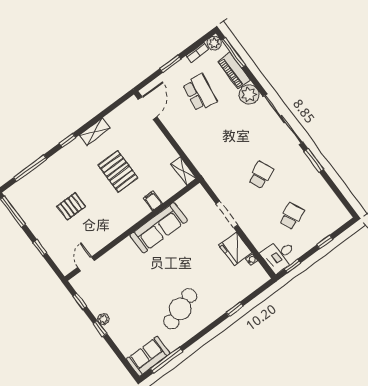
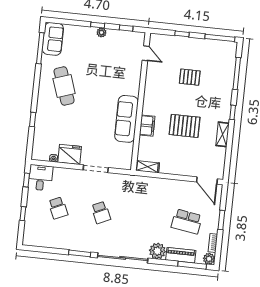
filing cabinet: (153, 201) -> (147, 126), width x2.00
pallet: (71, 206) -> (190, 77), turned 90

